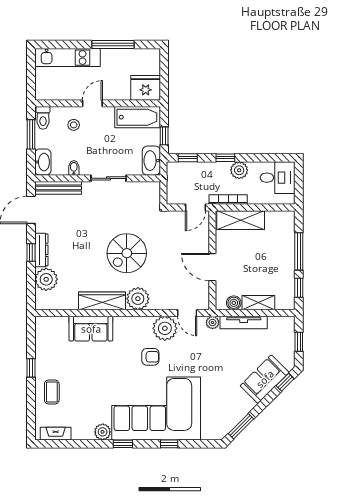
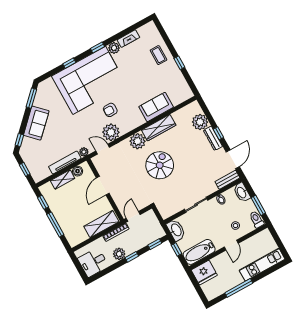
bench: (58, 188) -> (227, 180), width x0.73
door: (212, 267) -> (103, 186), swing flipped
sofa: (265, 379) -> (36, 123), moved
fireplace: (56, 434) -> (128, 39), moved

